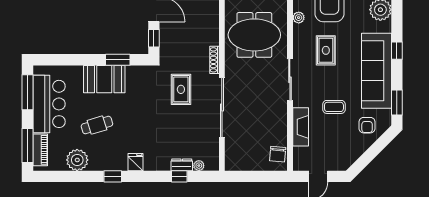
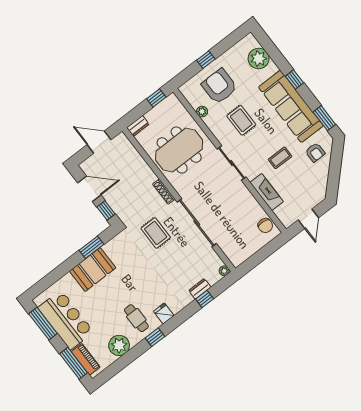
cafe table: (97, 125) -> (136, 318), moved, turned -73
plant: (199, 166) -> (224, 271), moved

